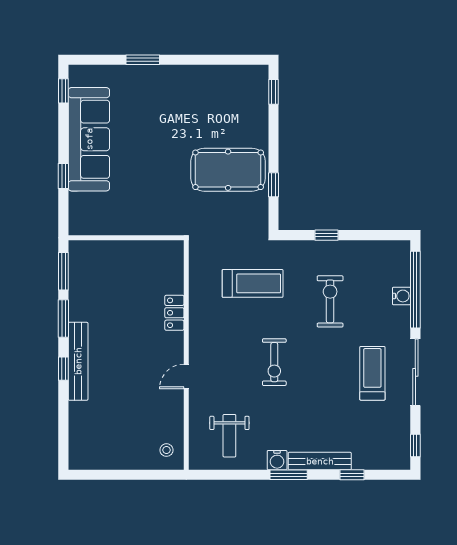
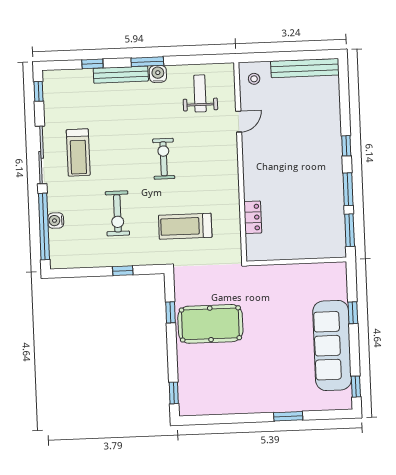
locker: (174, 313) -> (253, 217), moved
bench: (78, 361) -> (305, 68), moved, turned 90
door: (186, 376) -> (239, 122), moved

